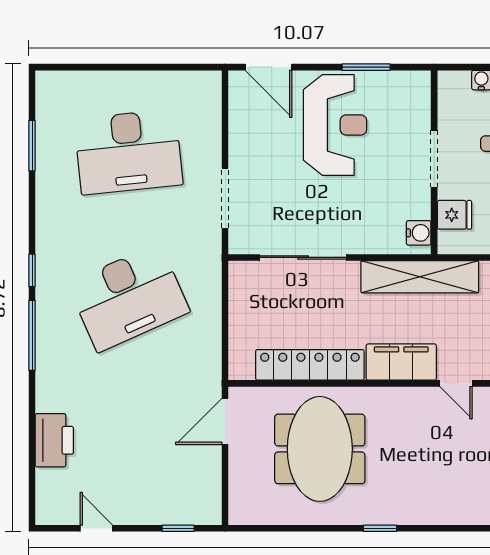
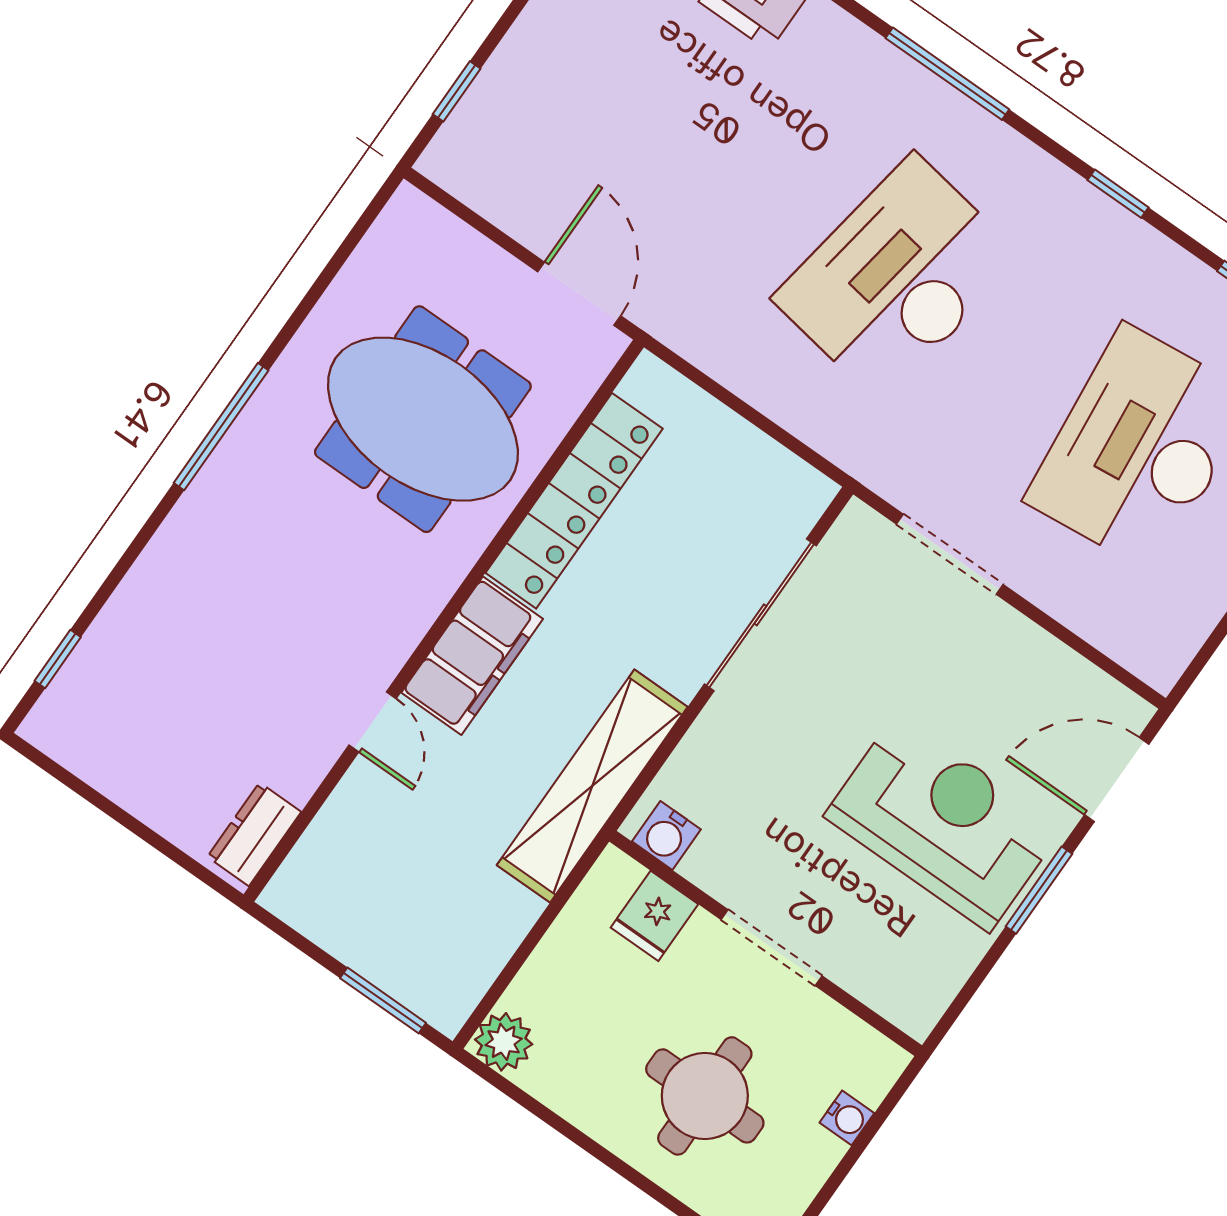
window: (366, 67) -> (1039, 890), moved
reception desk: (335, 125) -> (943, 823), turned 180
window: (32, 270) -> (1118, 194), moved
desk: (129, 298) -> (897, 278), turned 33
door: (456, 383) -> (373, 722), swing flipped
window: (380, 528) -> (221, 427), width x2.17

